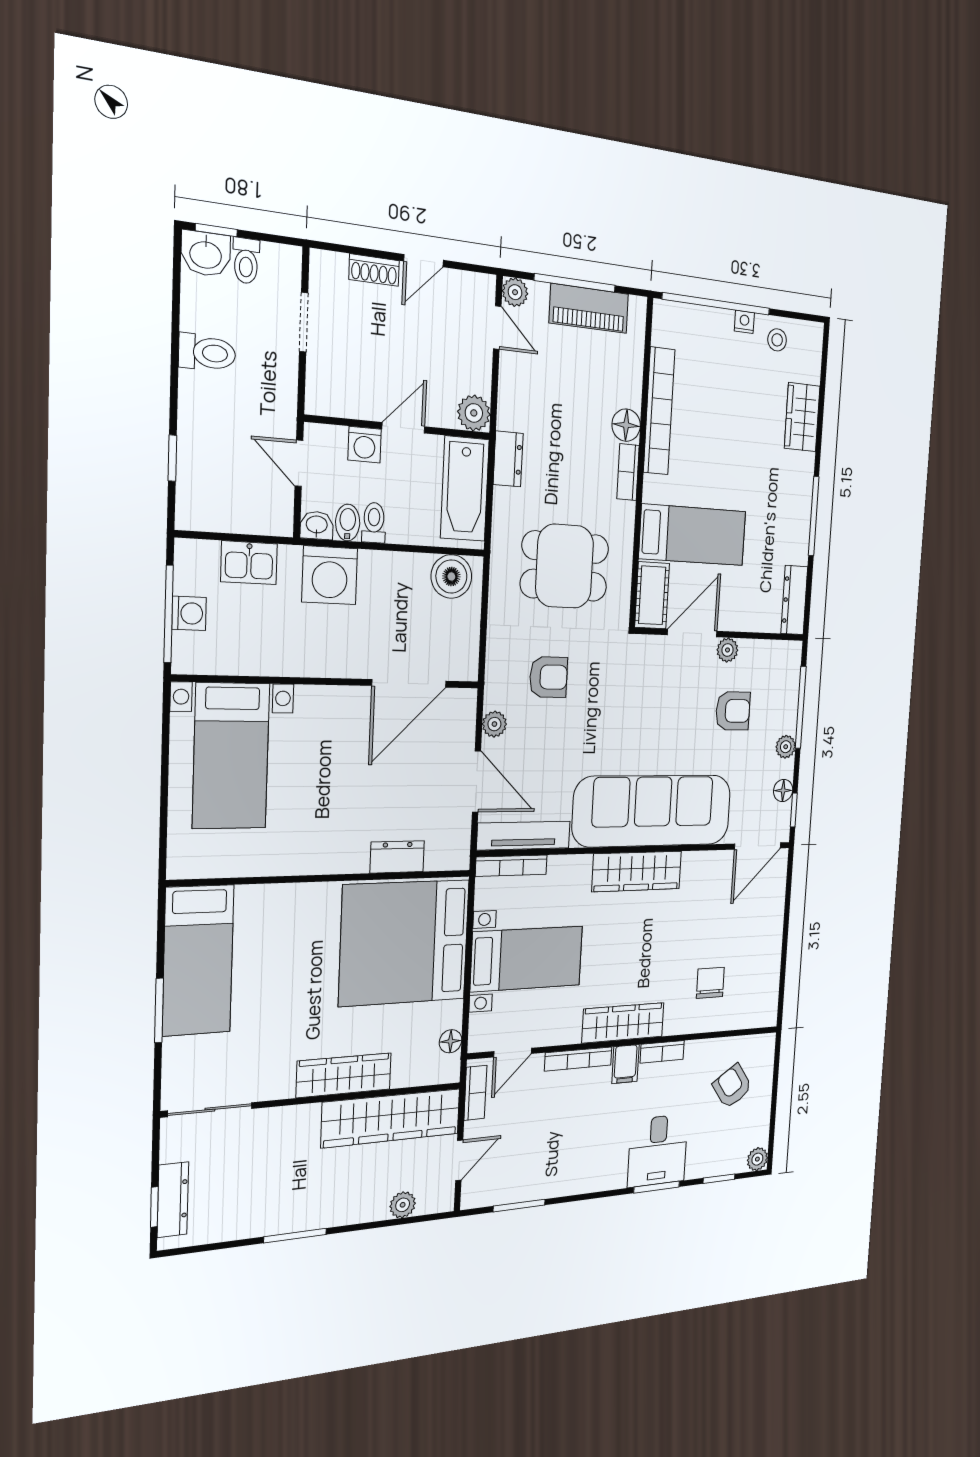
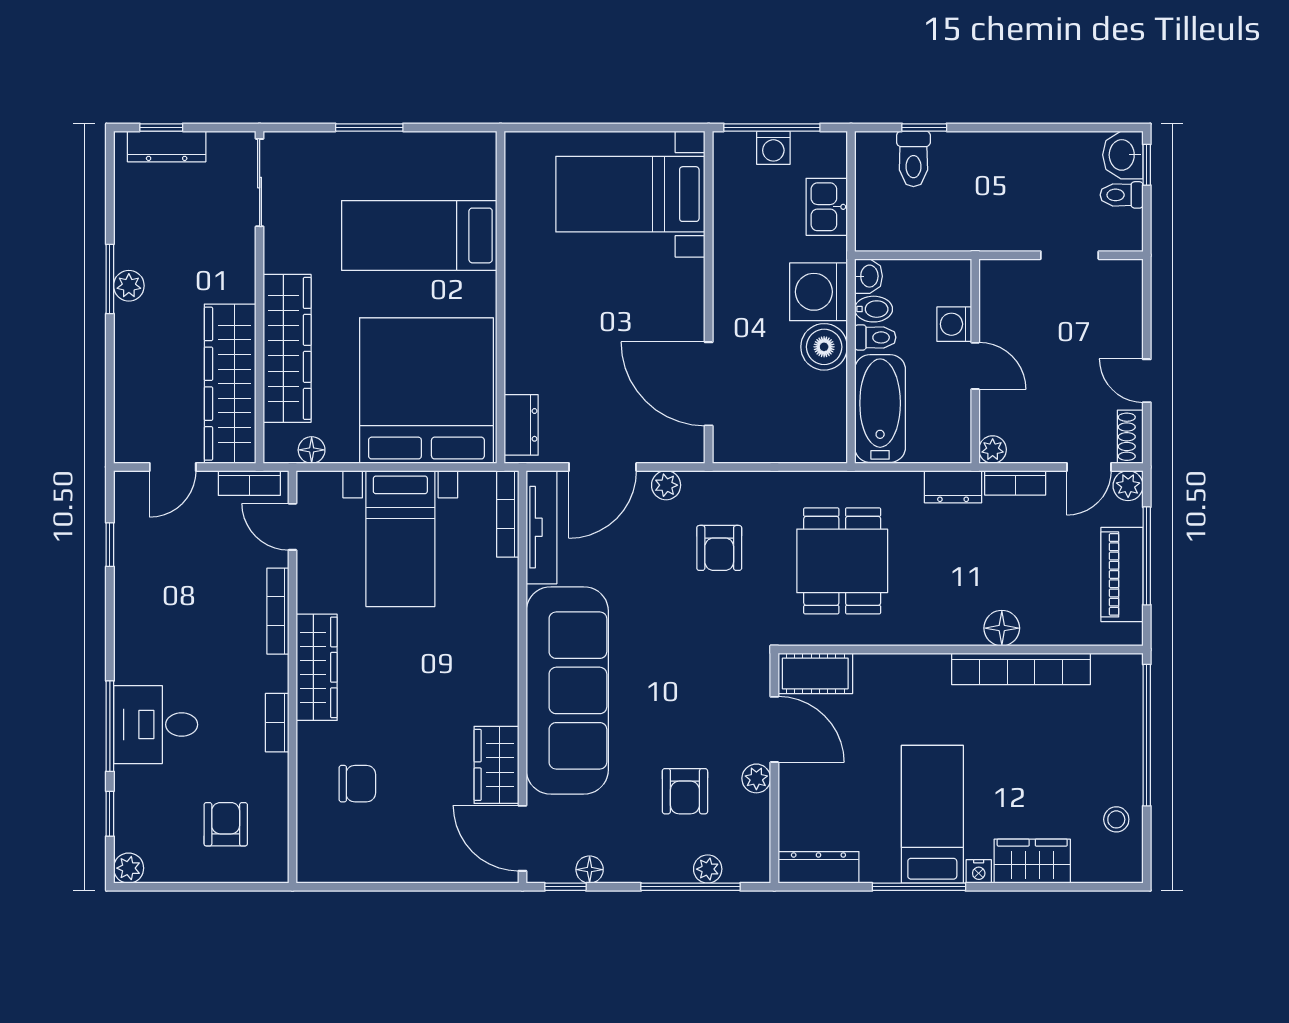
shoe rack: (374, 270) -> (1130, 437), moved
nightstand: (744, 322) -> (979, 871), moved, turned 90
toilet: (207, 353) -> (913, 159), moved
plant: (474, 413) -> (993, 450), width x0.73, depth x0.73
door: (299, 463) -> (930, 255), removed
bookcase: (628, 472) -> (1015, 483), moved, turned 180
bathtub: (465, 489) -> (880, 409), moved, turned 90
bed: (693, 535) -> (932, 814), moved, turned 180
boiler: (451, 576) -> (824, 347), moved
plant: (786, 747) -> (708, 869), moved
dresser: (397, 857) -> (521, 425), moved
wardrobe: (637, 871) -> (496, 765), moved, width x0.67
bed: (198, 960) -> (419, 235), moved
filing cabinet: (625, 1064) -> (266, 674), removed
wardrobe: (344, 1075) -> (287, 348), width x1.40, depth x1.17
armchair: (732, 1086) -> (226, 824), turned -56
door: (459, 1160) -> (173, 467), hinge flipped
window: (657, 1187) -> (110, 726), width x1.44
plant: (403, 1205) -> (129, 286), moved
window: (519, 1206) -> (110, 545), width x0.67

